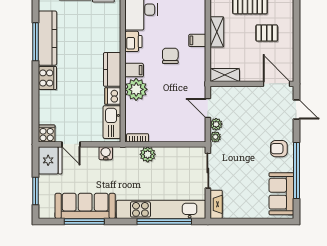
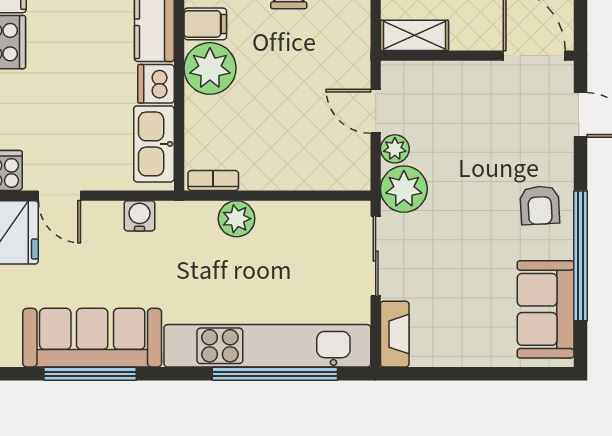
plant: (215, 137) -> (404, 189), width x1.87, depth x1.87
armchair: (279, 149) -> (540, 205), turned -93

